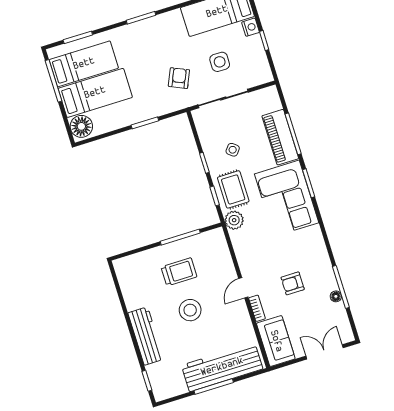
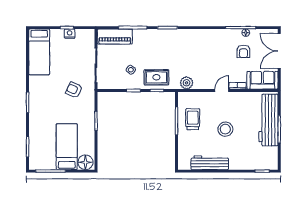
nightstand: (251, 27) -> (70, 34), moved
side table: (220, 62) -> (72, 60), removed
bed: (84, 64) -> (46, 148), removed
piano: (280, 137) -> (115, 37), moved
corner sofa: (287, 198) -> (173, 45), removed
plant: (234, 220) -> (186, 83), moved
trolley: (179, 272) -> (193, 119), moved
armchair: (293, 283) -> (243, 51), moved
door: (243, 288) -> (222, 91), swing flipped
workbench: (146, 336) -> (210, 163), moved
double door: (325, 352) -> (279, 51), width x1.37

